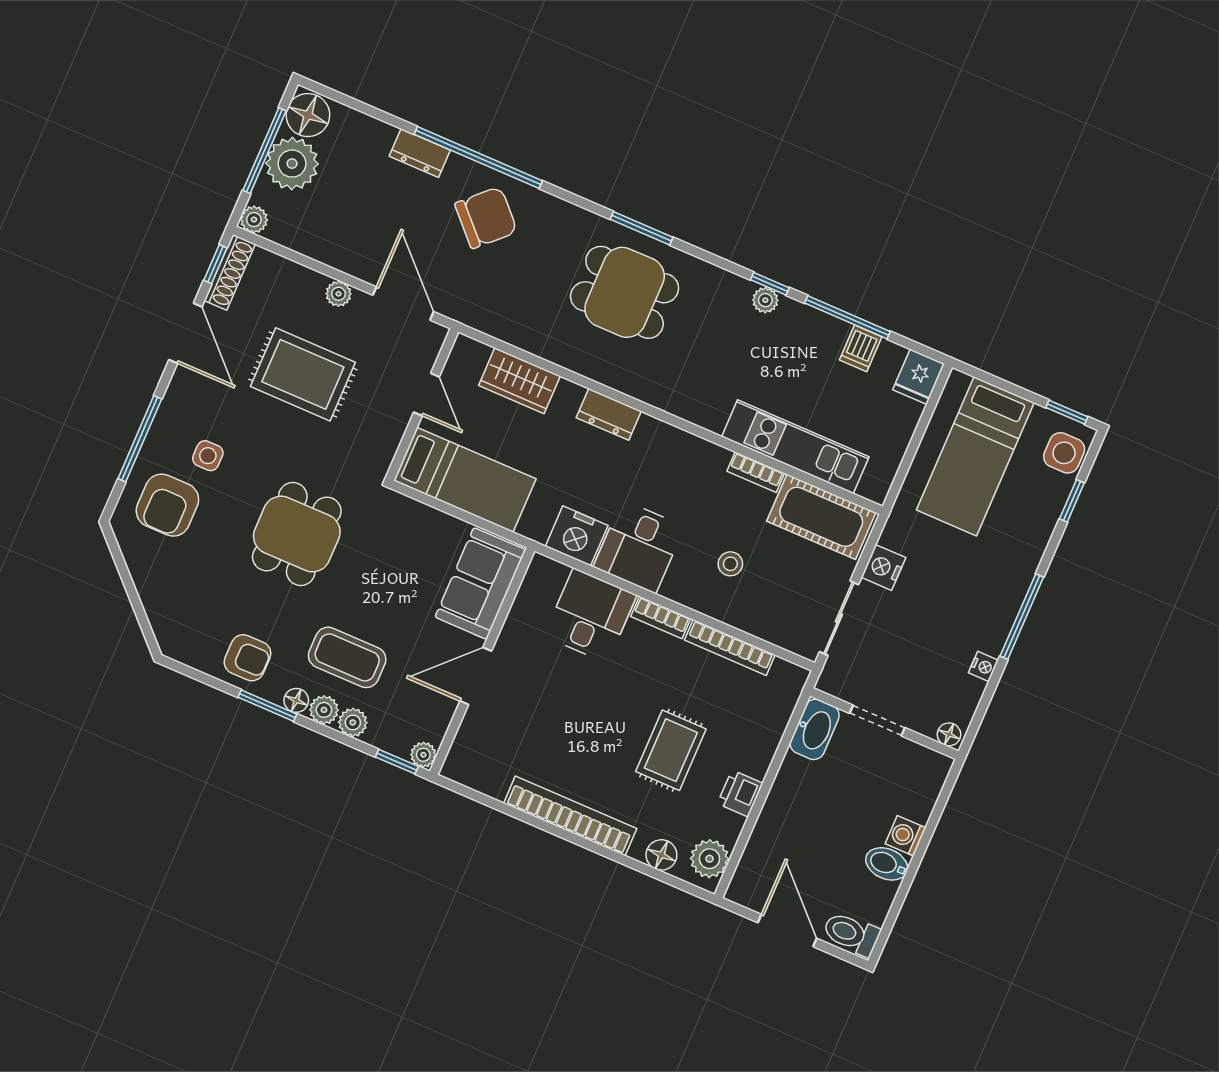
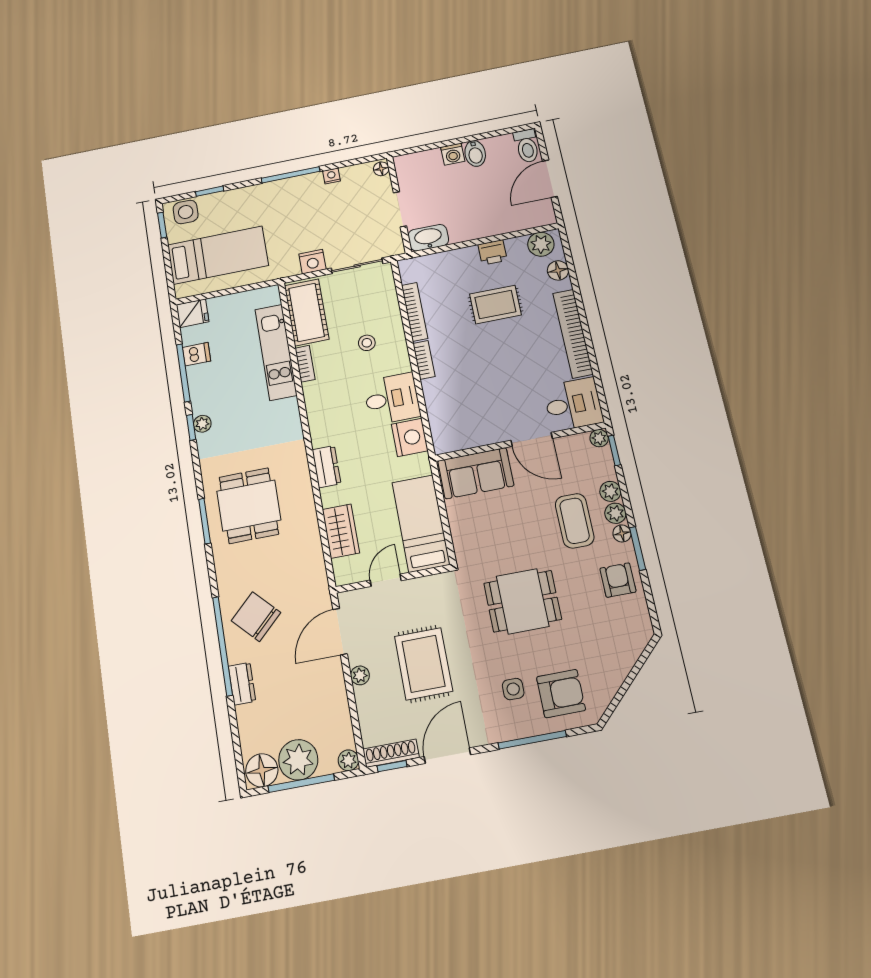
desk: (590, 615) -> (573, 404), moved, turned 180

